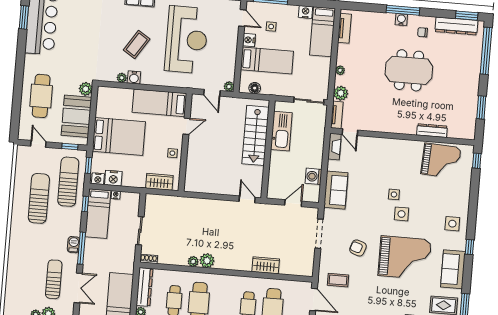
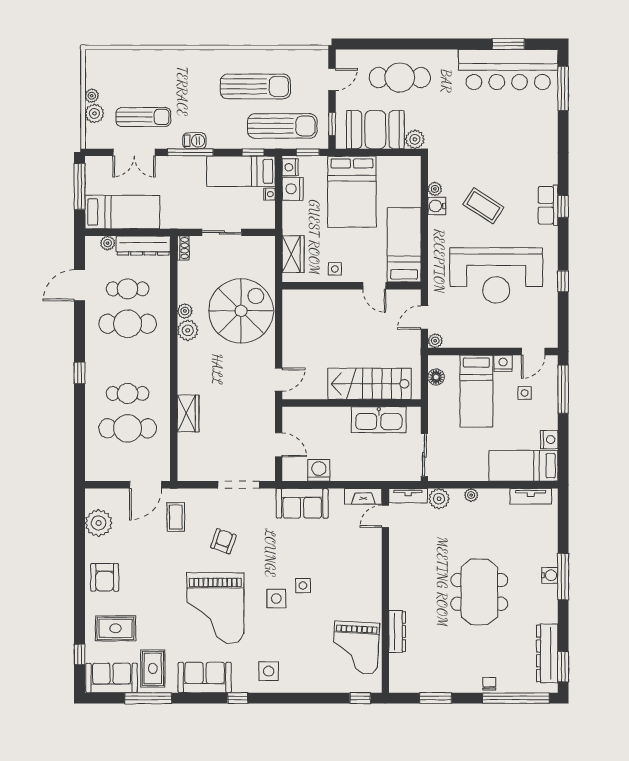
chair: (423, 32) -> (489, 684), moved
spiral stairs: (196, 222) -> (241, 311), added

